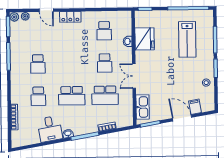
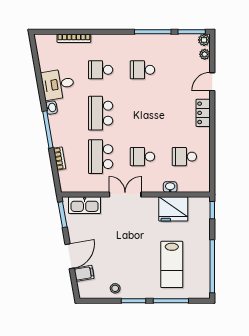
lab bench: (187, 39) -> (172, 264), turned -90

